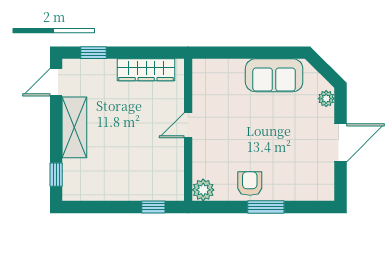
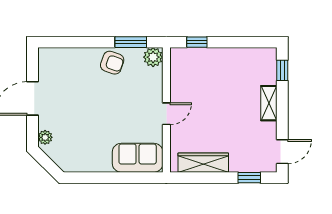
sofa: (274, 75) -> (138, 158), moved
shelving: (74, 127) -> (269, 103), width x0.67, depth x0.75
armchair: (250, 184) -> (112, 63), turned -71
window: (266, 207) -> (131, 42), moved

